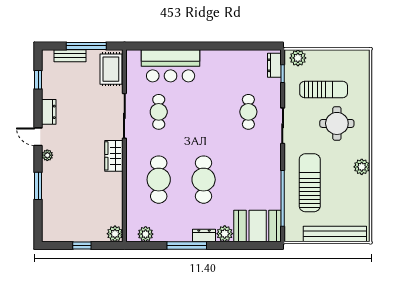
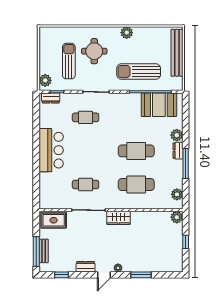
window: (86, 46) -> (36, 252), moved
bar counter: (171, 66) -> (51, 150), moved
booth: (258, 226) -> (159, 105), moved, turned 90

